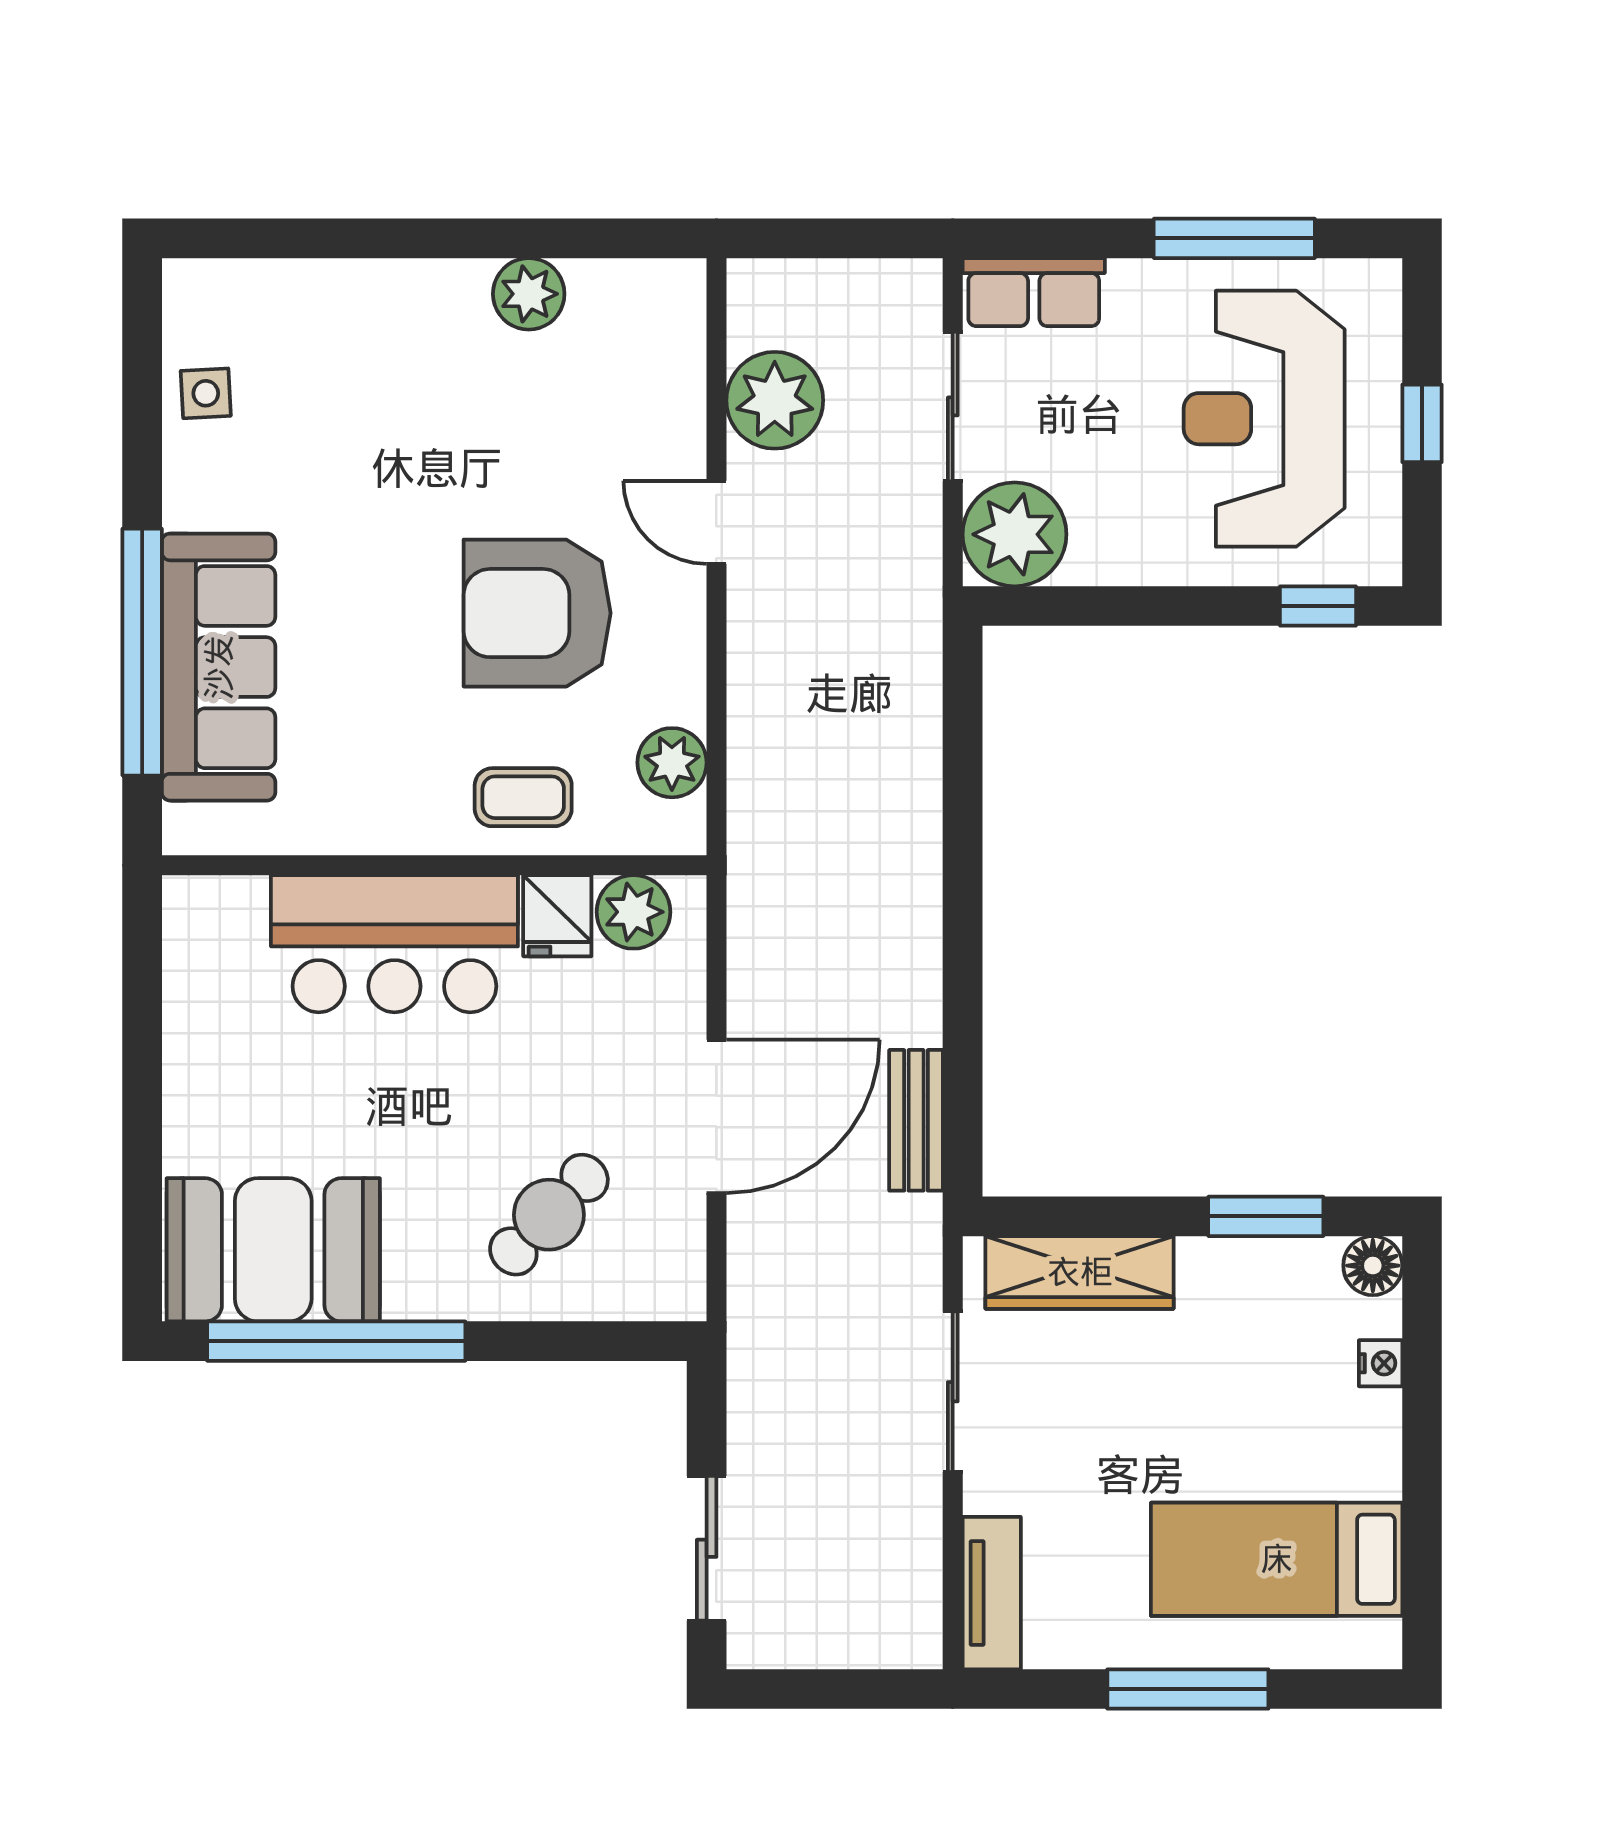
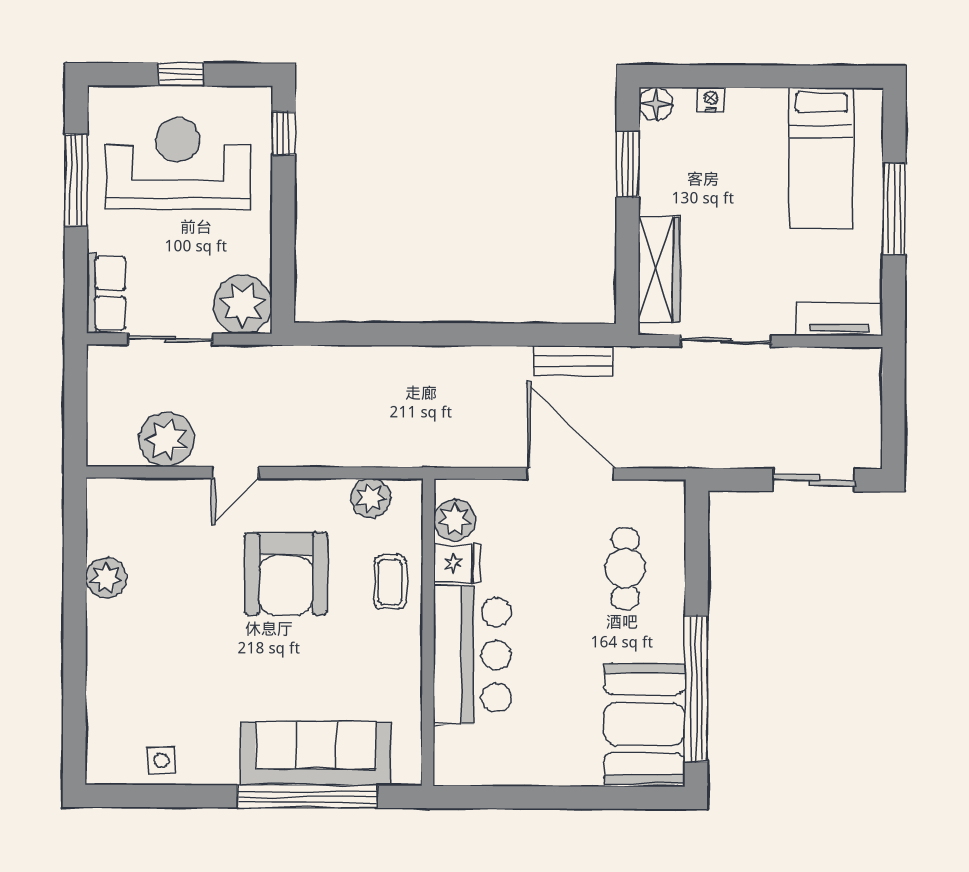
reception desk: (1264, 419) -> (178, 163), turned 180
cafe table: (549, 1215) -> (625, 568), turned 46

